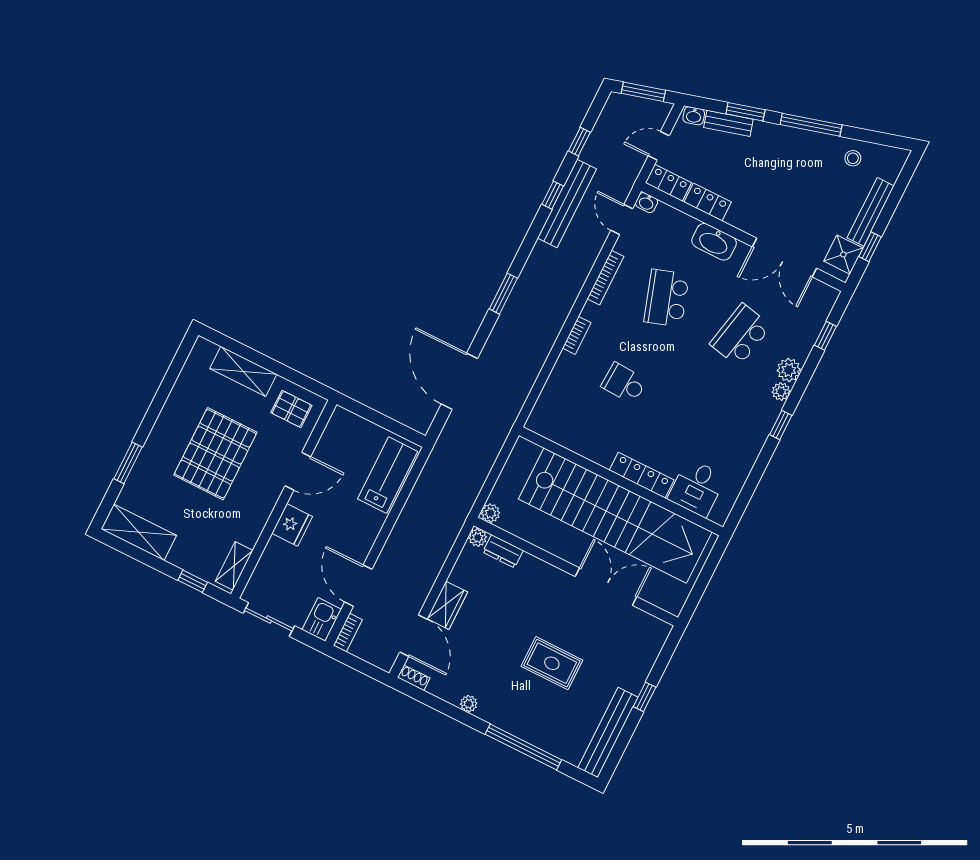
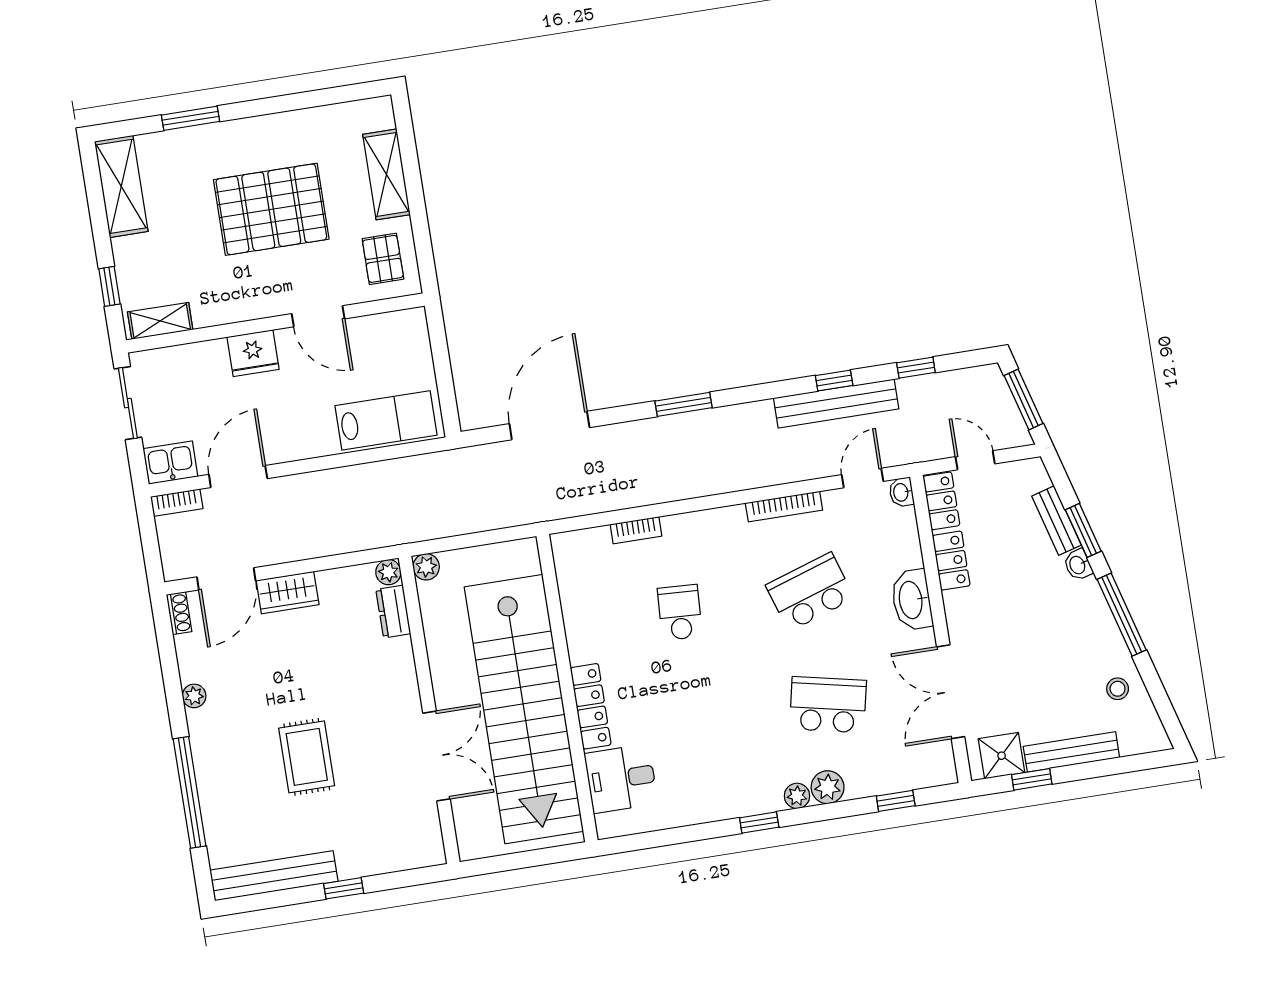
washbasin: (694, 116) -> (1078, 565), moved
bookcase: (577, 335) -> (636, 530), moved

